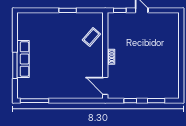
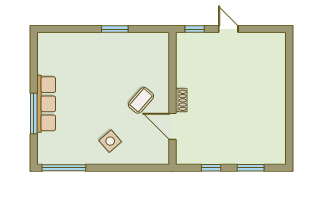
coffee table: (91, 37) -> (141, 100), moved
side table: (65, 83) -> (110, 141), added
door: (105, 86) -> (173, 126), moved

